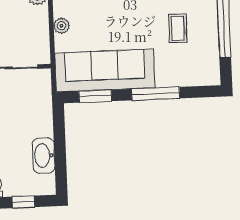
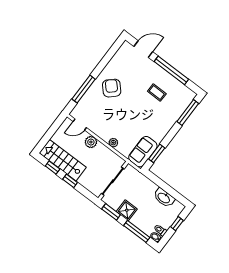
sofa: (105, 71) -> (143, 152), width x0.54, depth x0.79
window: (156, 94) -> (188, 113), moved

